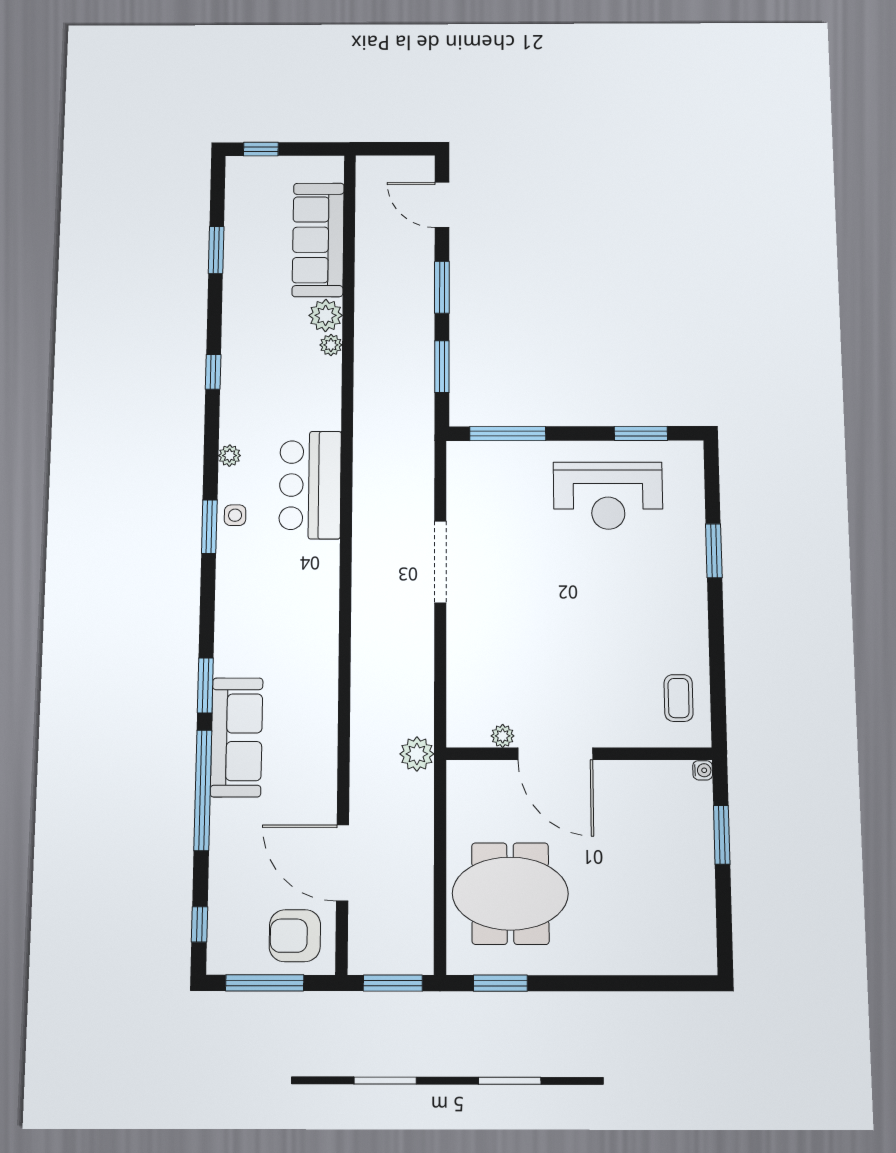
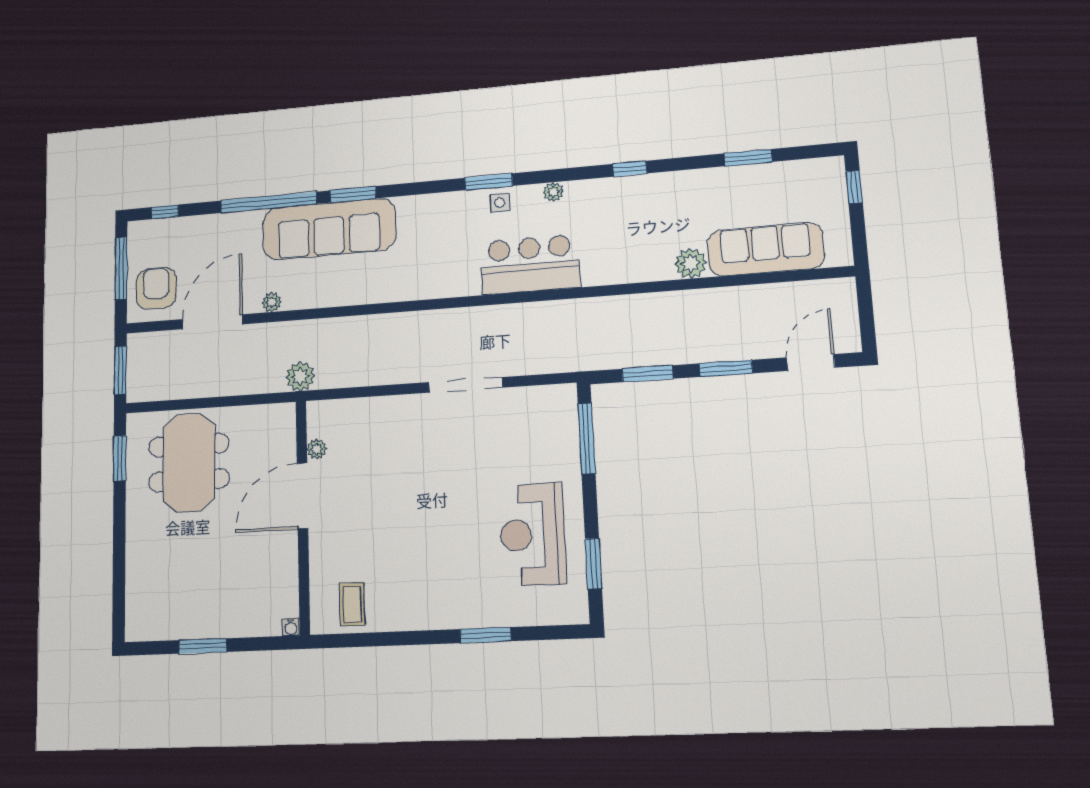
plant: (331, 345) -> (272, 302), moved
coffee table: (679, 698) -> (352, 604), turned 90
sofa: (237, 737) -> (329, 229), width x1.36, depth x1.27
window: (722, 835) -> (203, 646), moved

